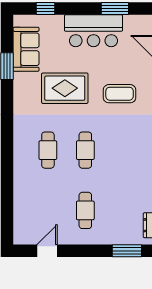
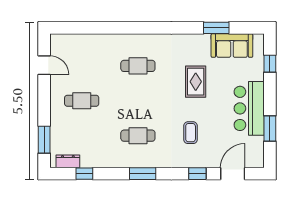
rug: (65, 88) -> (196, 82), width x0.73, depth x0.70
coffee table: (120, 94) -> (191, 133), width x0.73, depth x0.77
cafe table: (85, 150) -> (138, 136), moved

